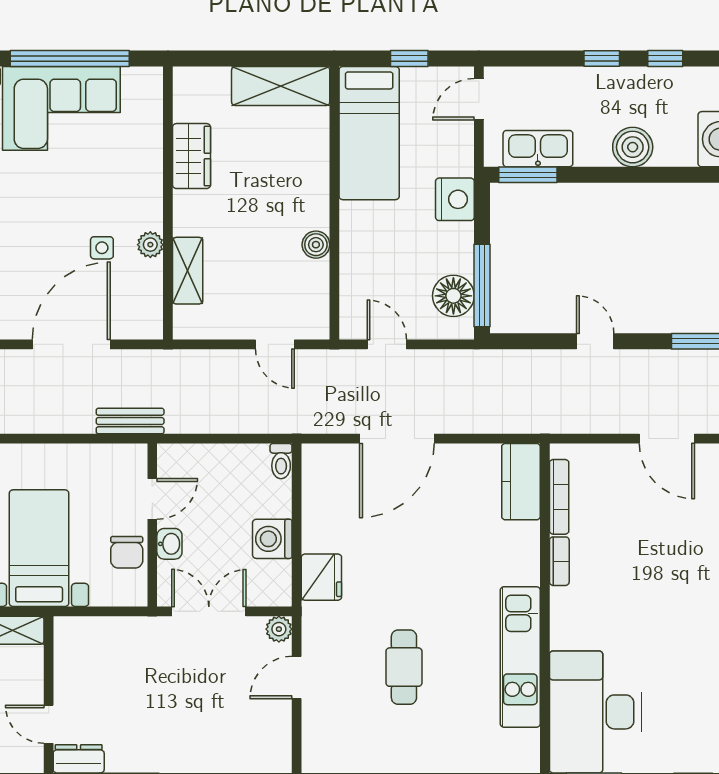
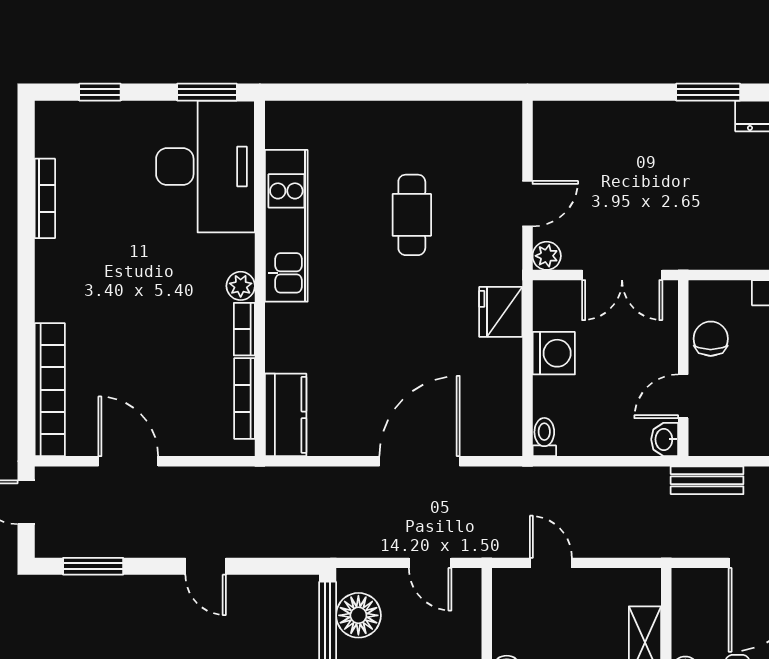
washbasin: (169, 544) -> (665, 439), moved
plant: (563, 601) -> (241, 286), added

